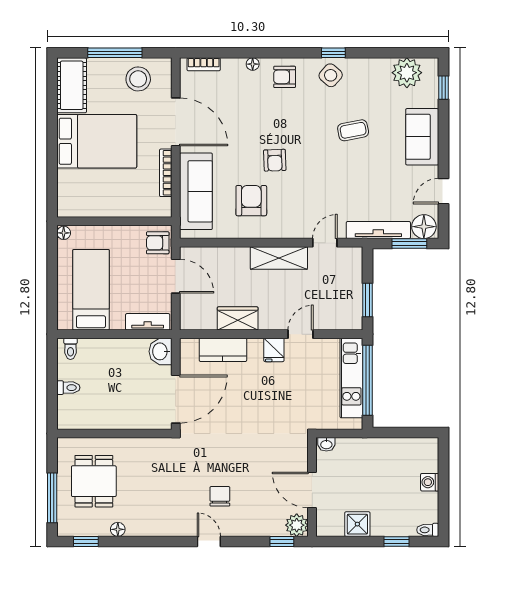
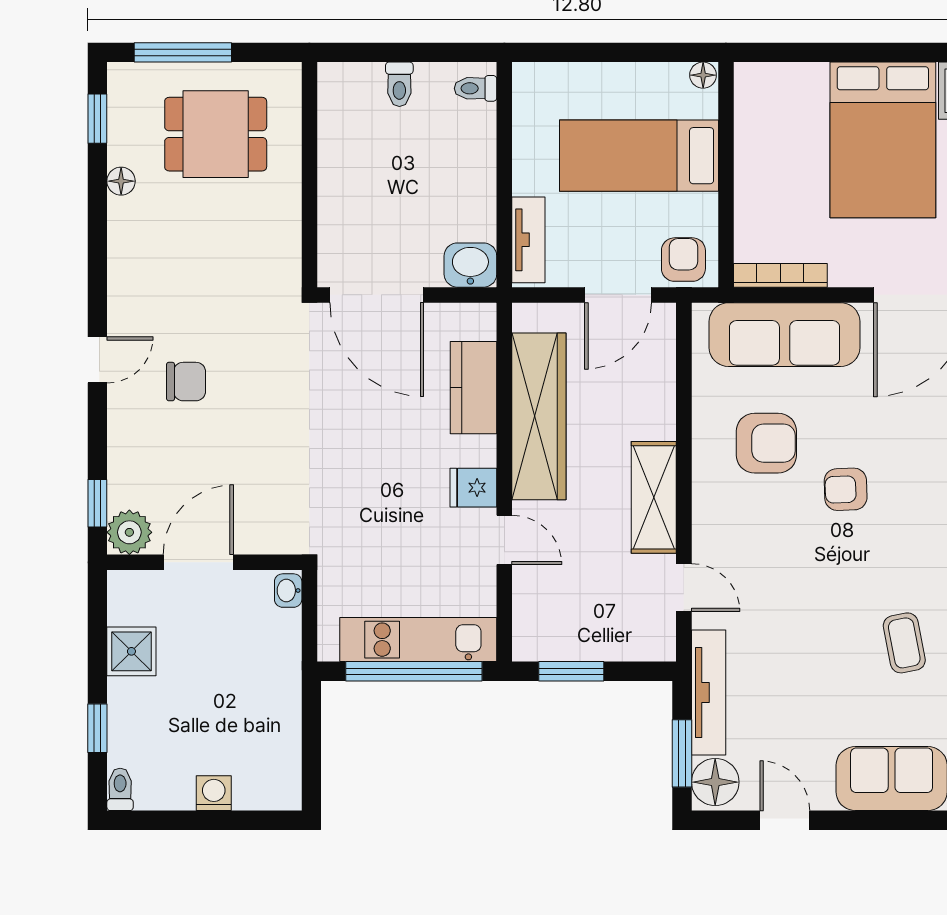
bookcase: (166, 173) -> (780, 275), moved
bed: (91, 290) -> (639, 156), moved, turned 180
wardrobe: (238, 318) -> (539, 416), width x2.10, depth x1.17

